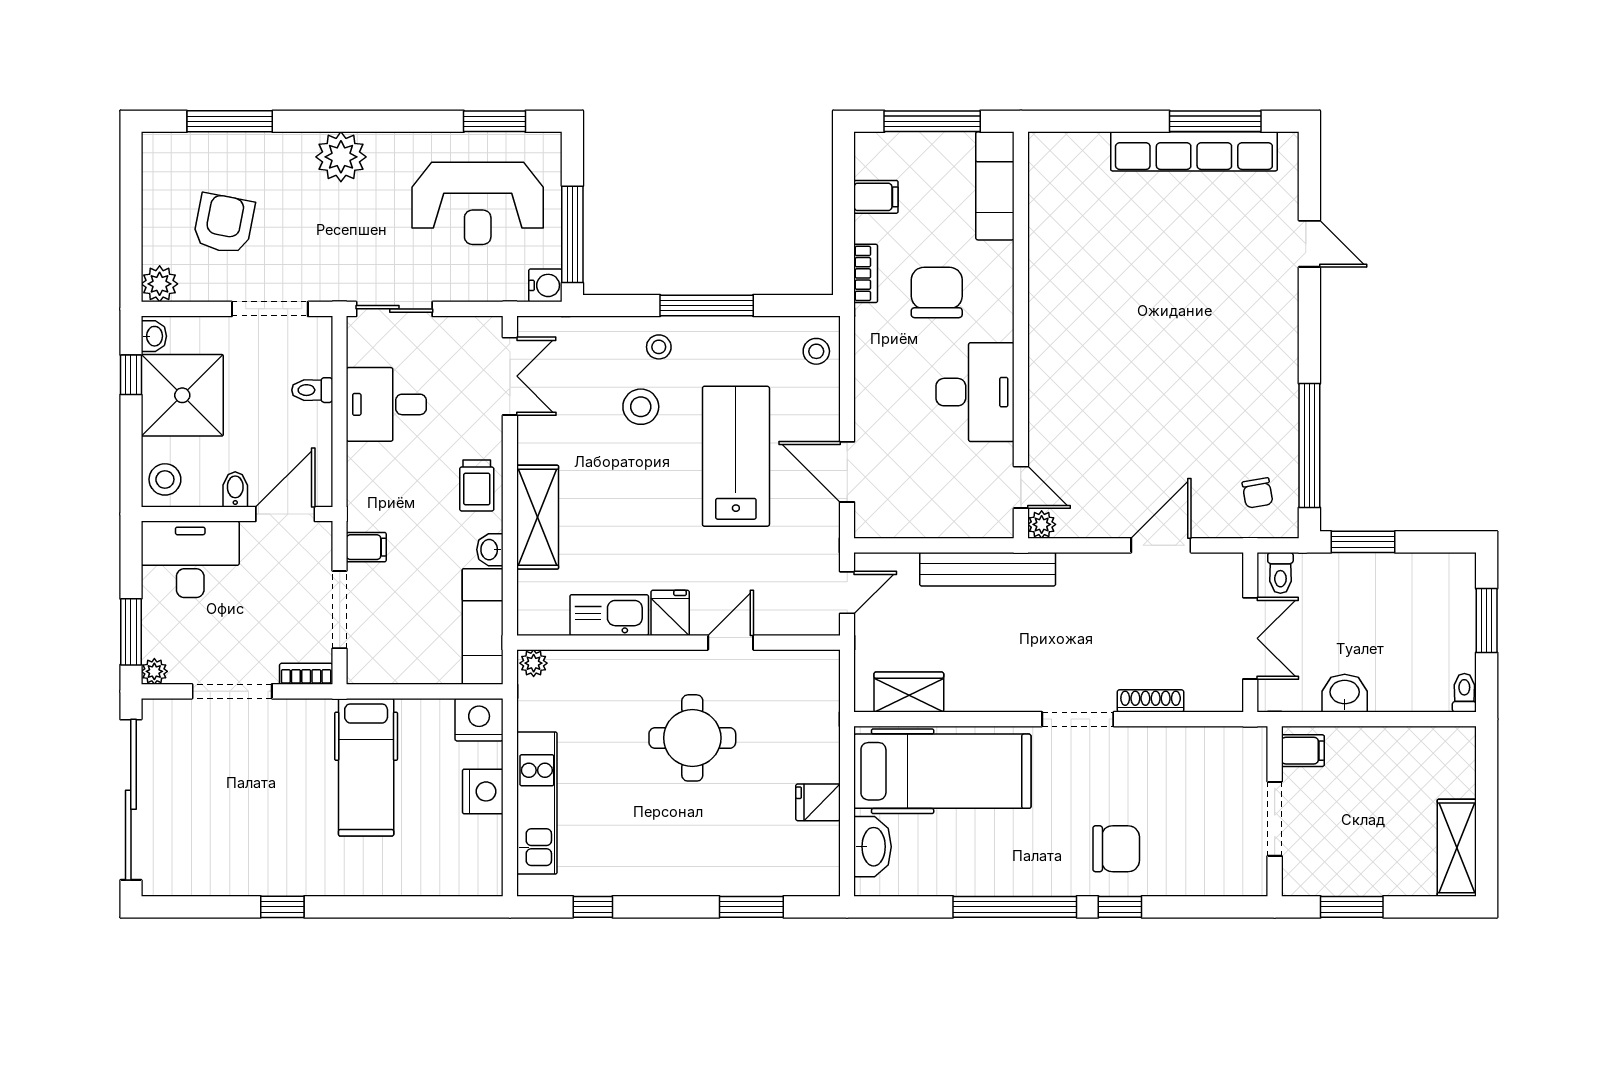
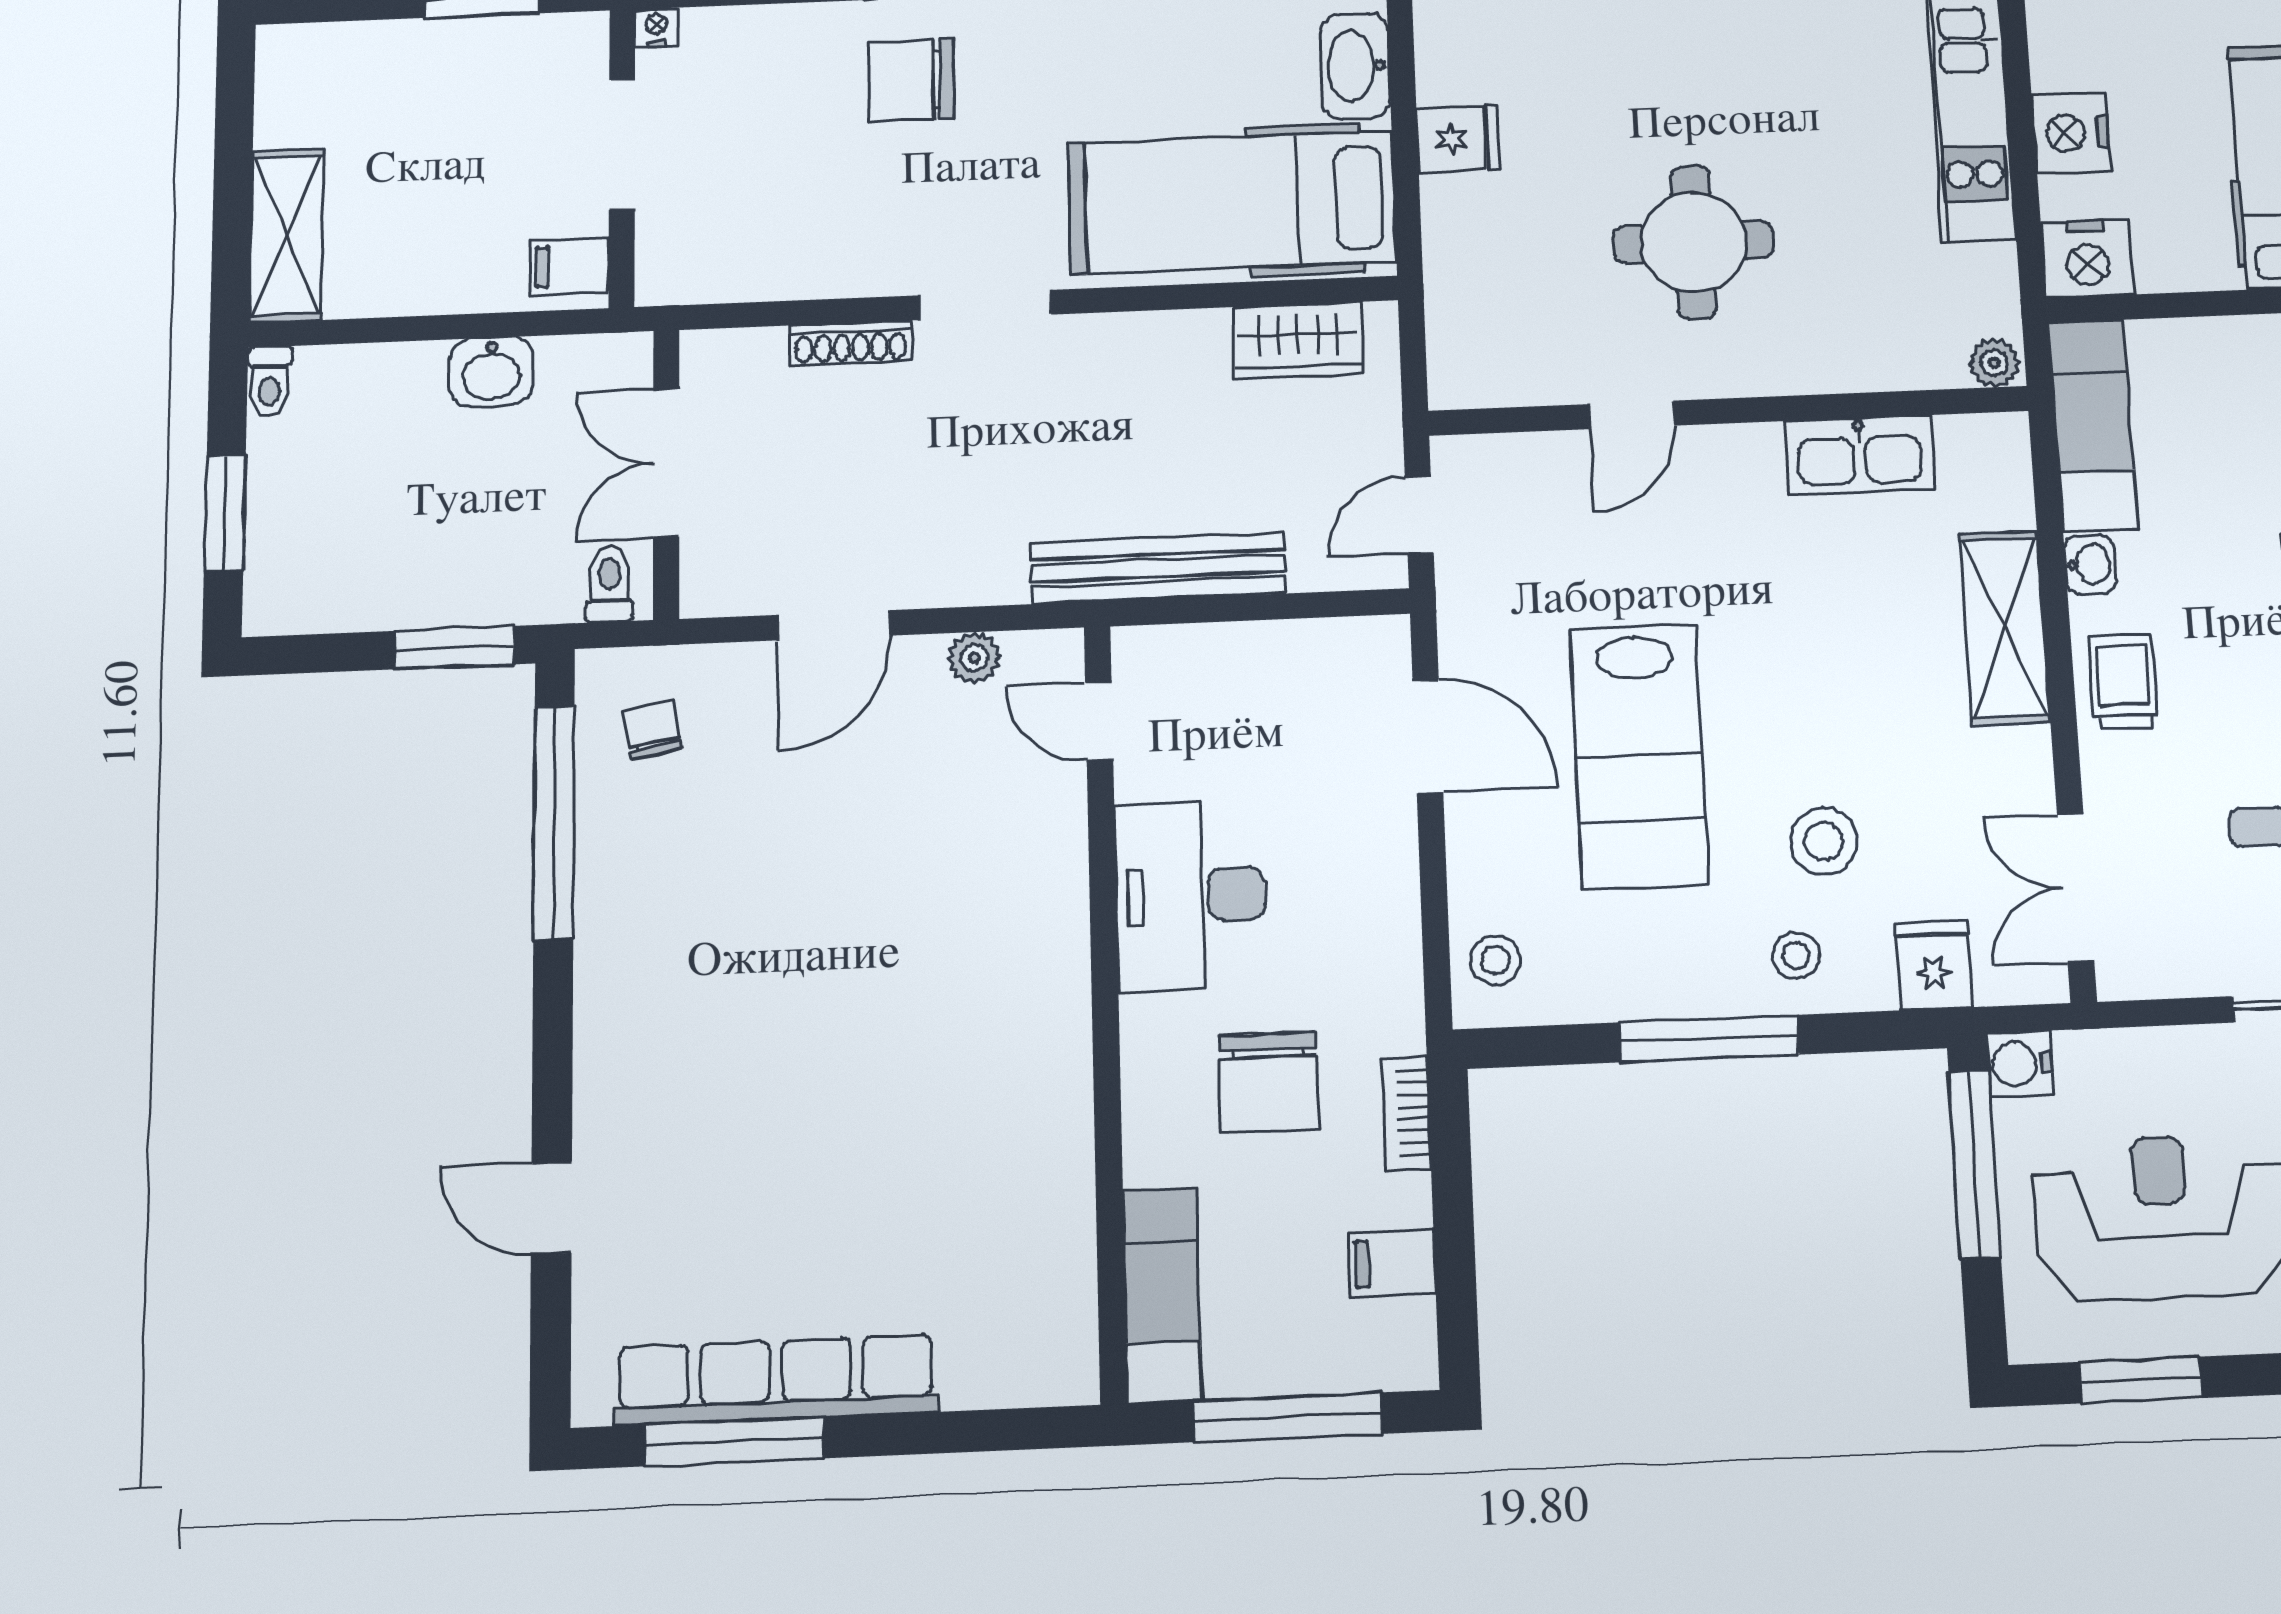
plant: (1042, 524) -> (974, 658), moved
fridge: (670, 613) -> (1934, 965), moved, turned 180
shelving: (1457, 848) -> (286, 235), moved
nightstand: (1256, 885) -> (656, 27), added

